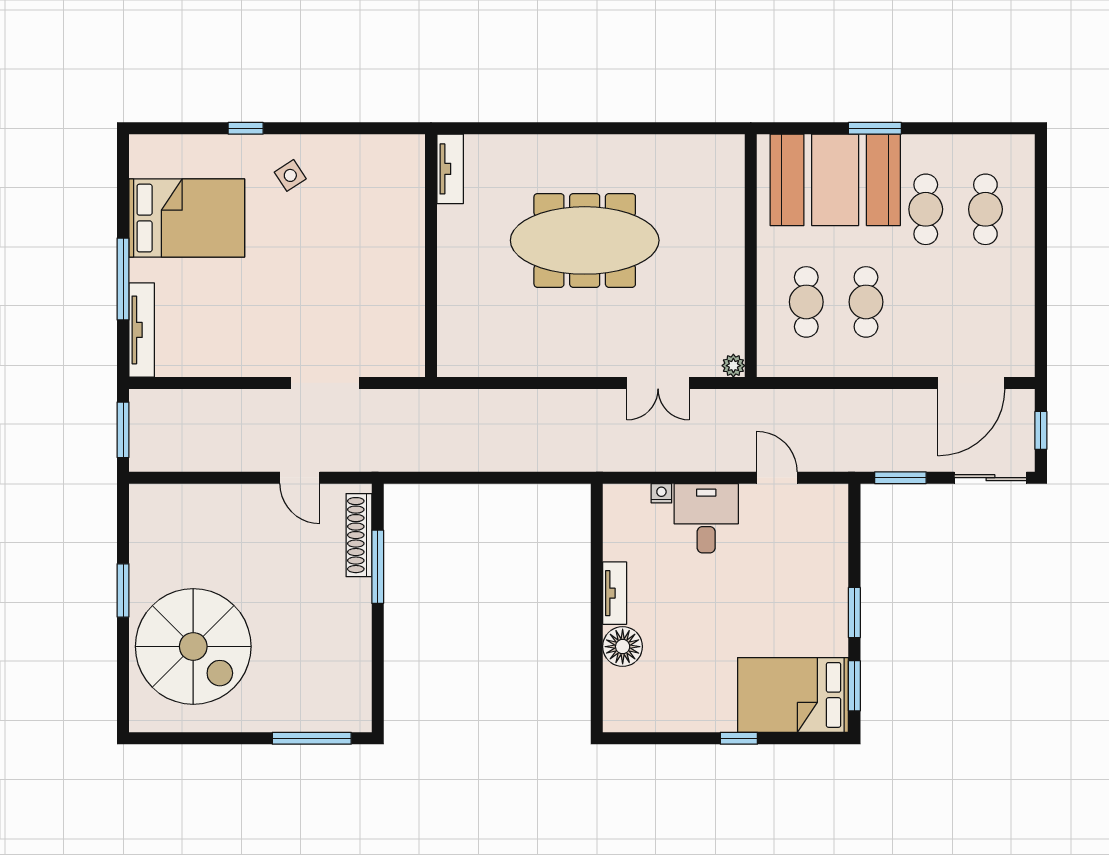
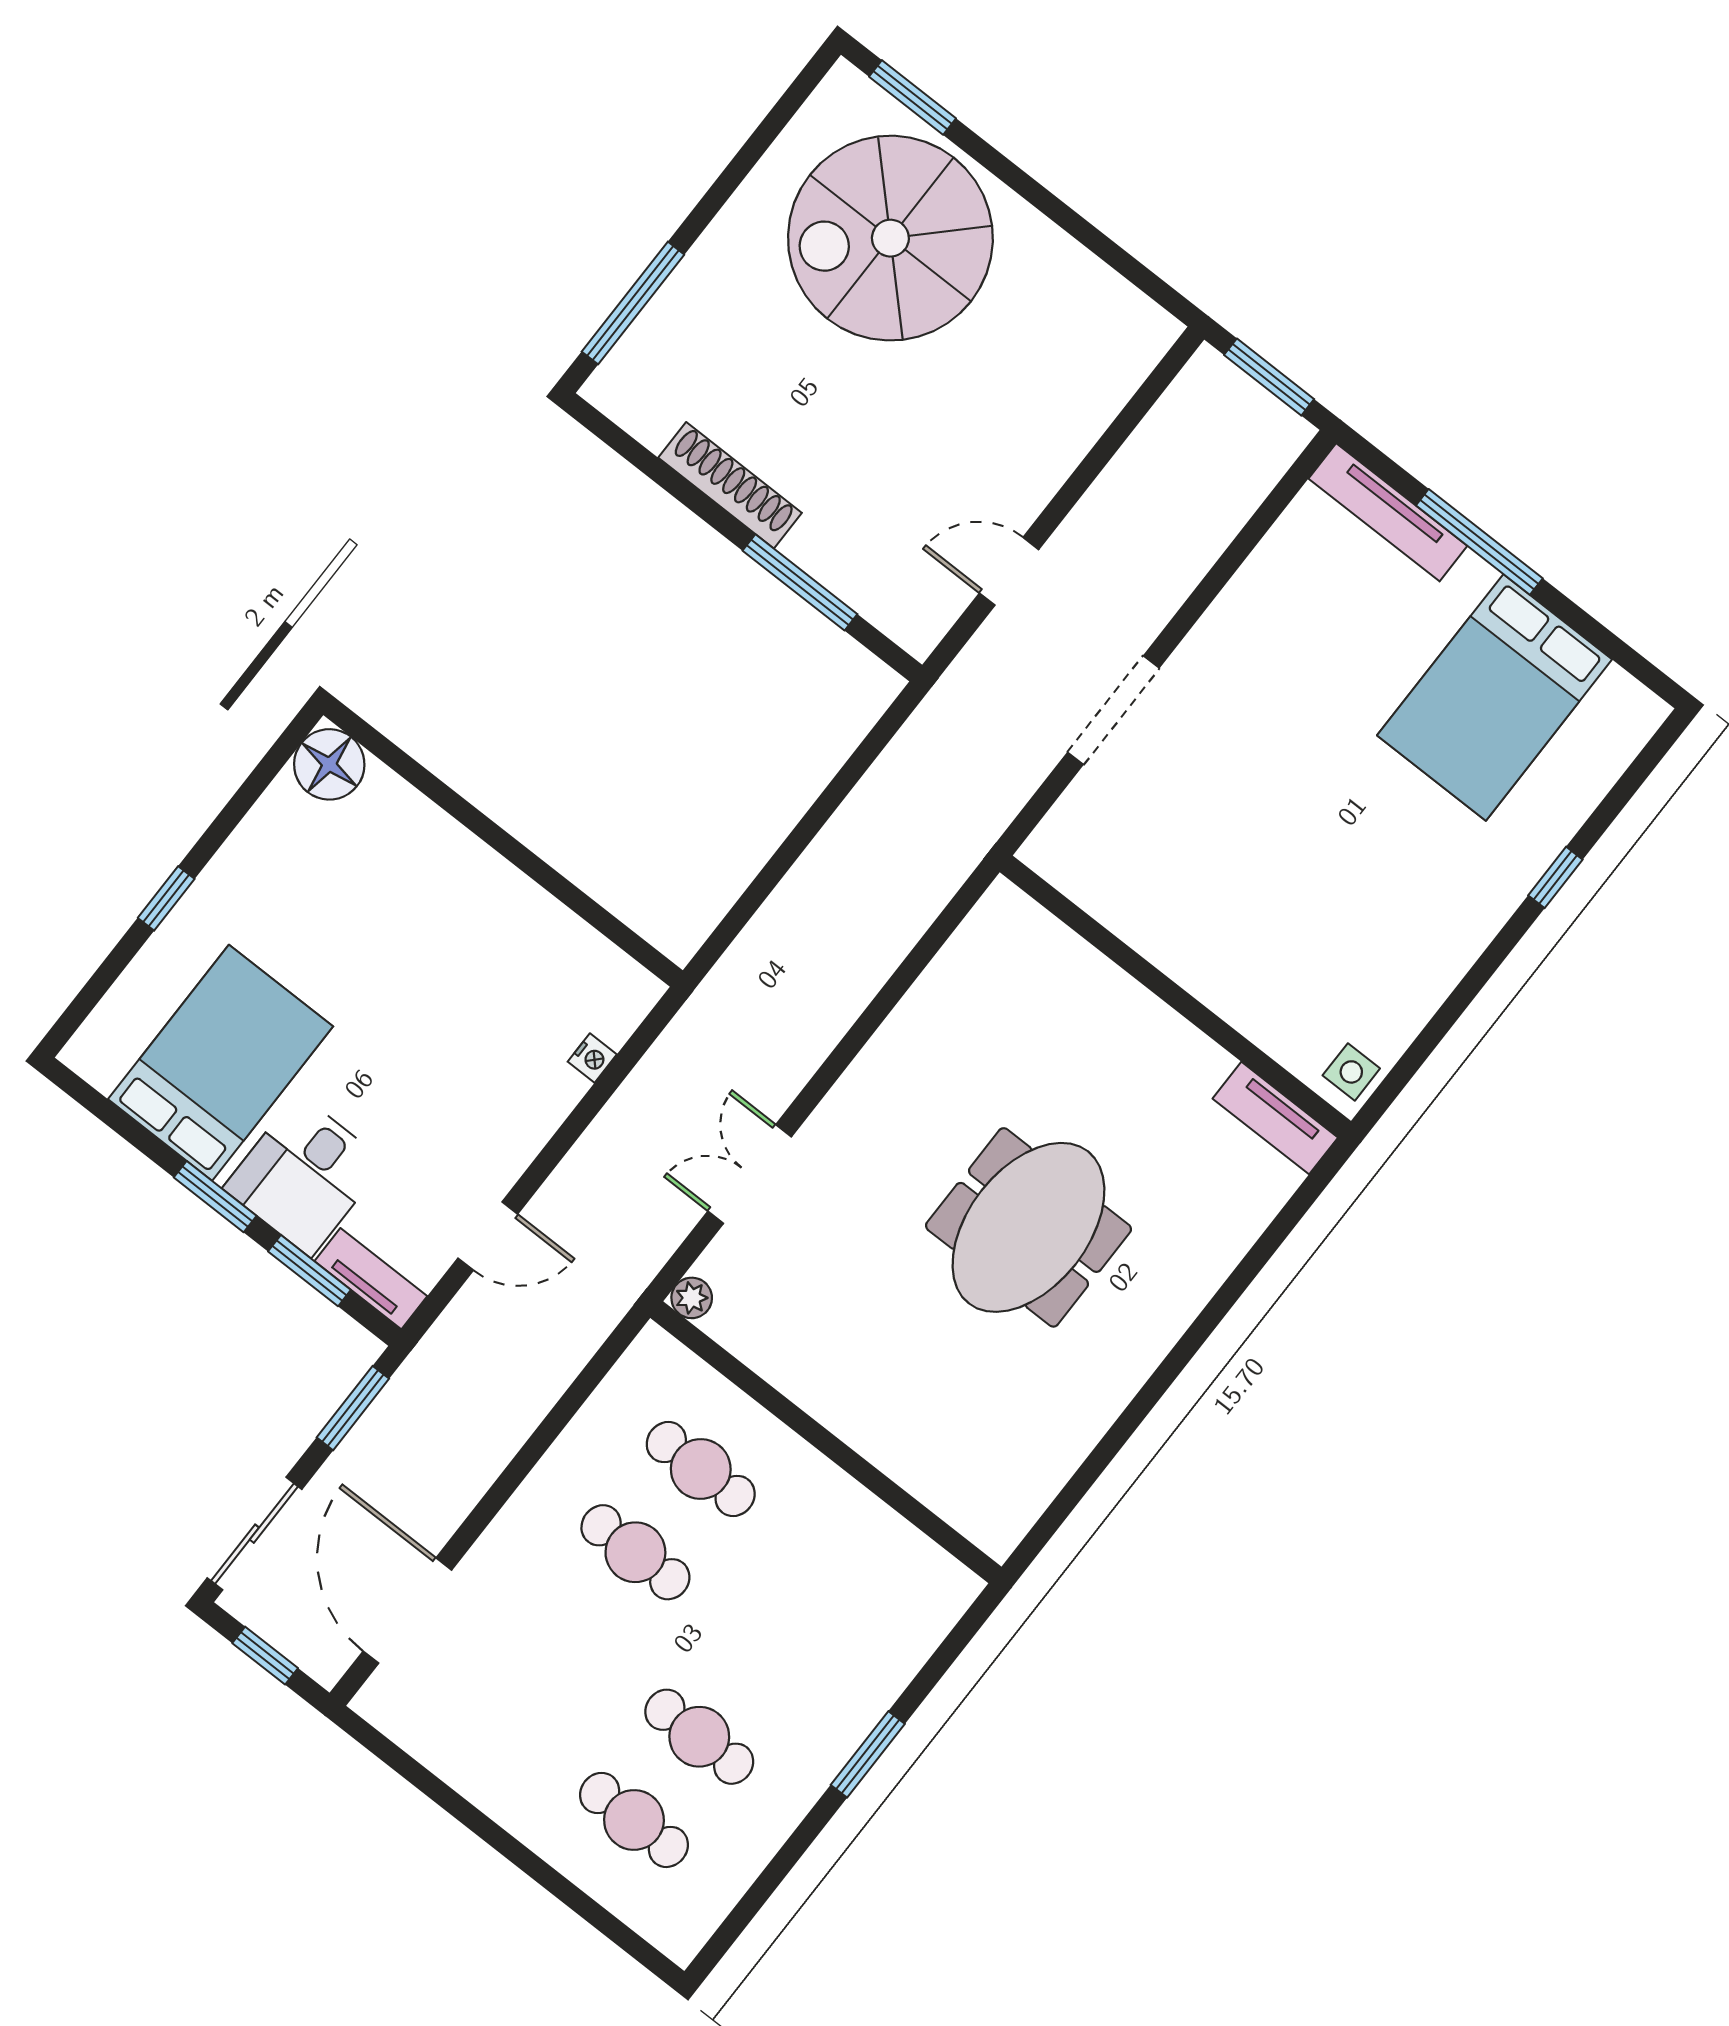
side table: (290, 175) -> (1351, 1072), moved, turned 33
booth: (835, 180) -> (839, 1643), removed
meeting table: (585, 240) -> (1028, 1227), width x0.73
desk: (706, 518) -> (304, 1175), moved, turned 90
shoe rack: (359, 535) -> (730, 485), moved
window: (123, 590) -> (913, 97), moved
tv unit: (615, 593) -> (371, 1279), moved, turned 180
floor lamp: (623, 647) -> (329, 764), moved
window: (854, 686) -> (309, 1271), moved
bed: (793, 695) -> (221, 1063), moved

